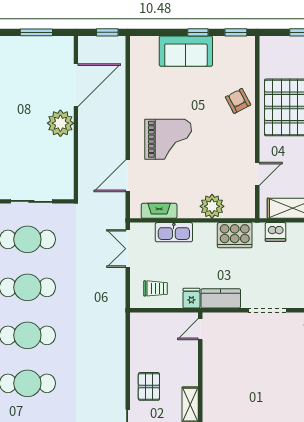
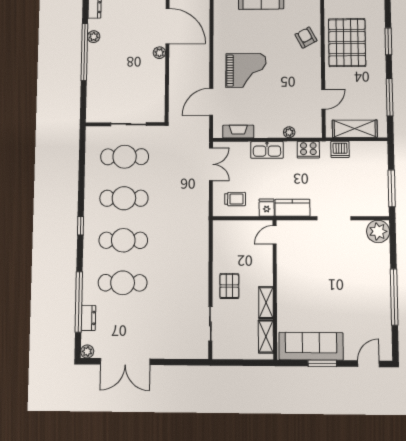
door: (76, 85) -> (167, 26), hinge flipped
plant: (60, 123) -> (159, 53), width x0.53, depth x0.53
plant: (212, 206) -> (289, 132), width x0.53, depth x0.53
kitchen sink: (174, 232) -> (267, 150), moved
cooker: (235, 235) -> (308, 150), width x0.73, depth x0.76
double door: (128, 249) -> (211, 164), swing flipped

